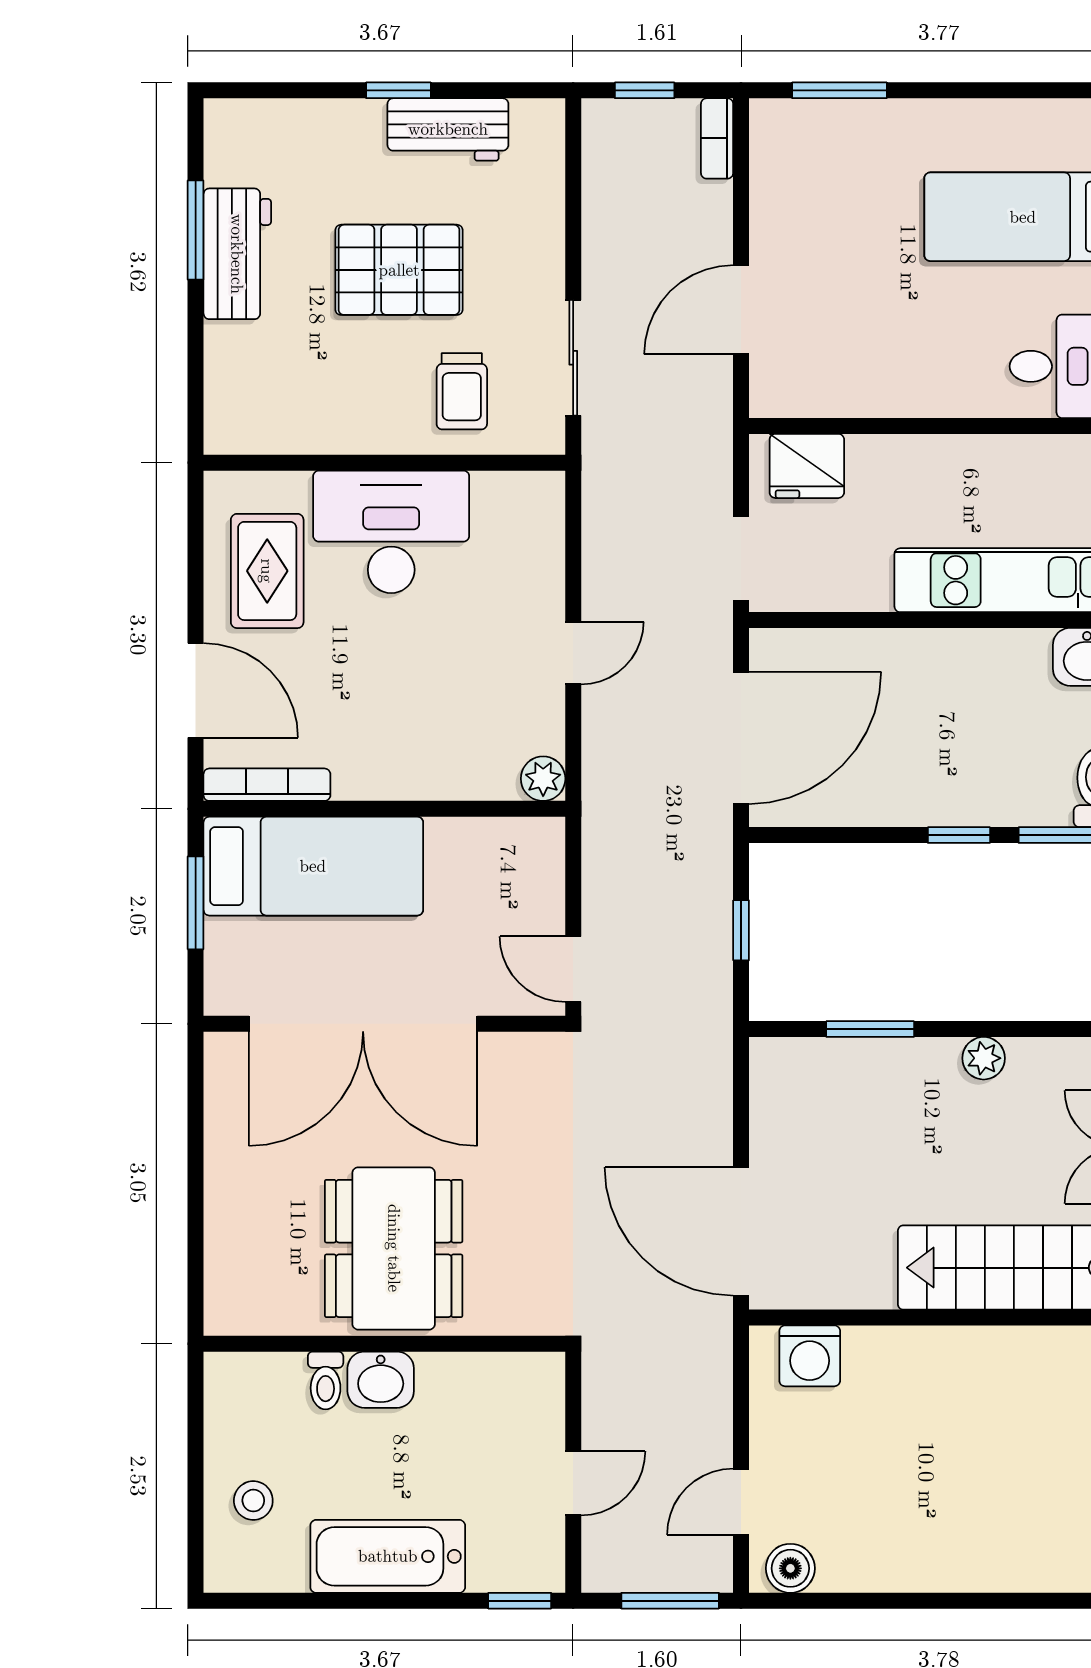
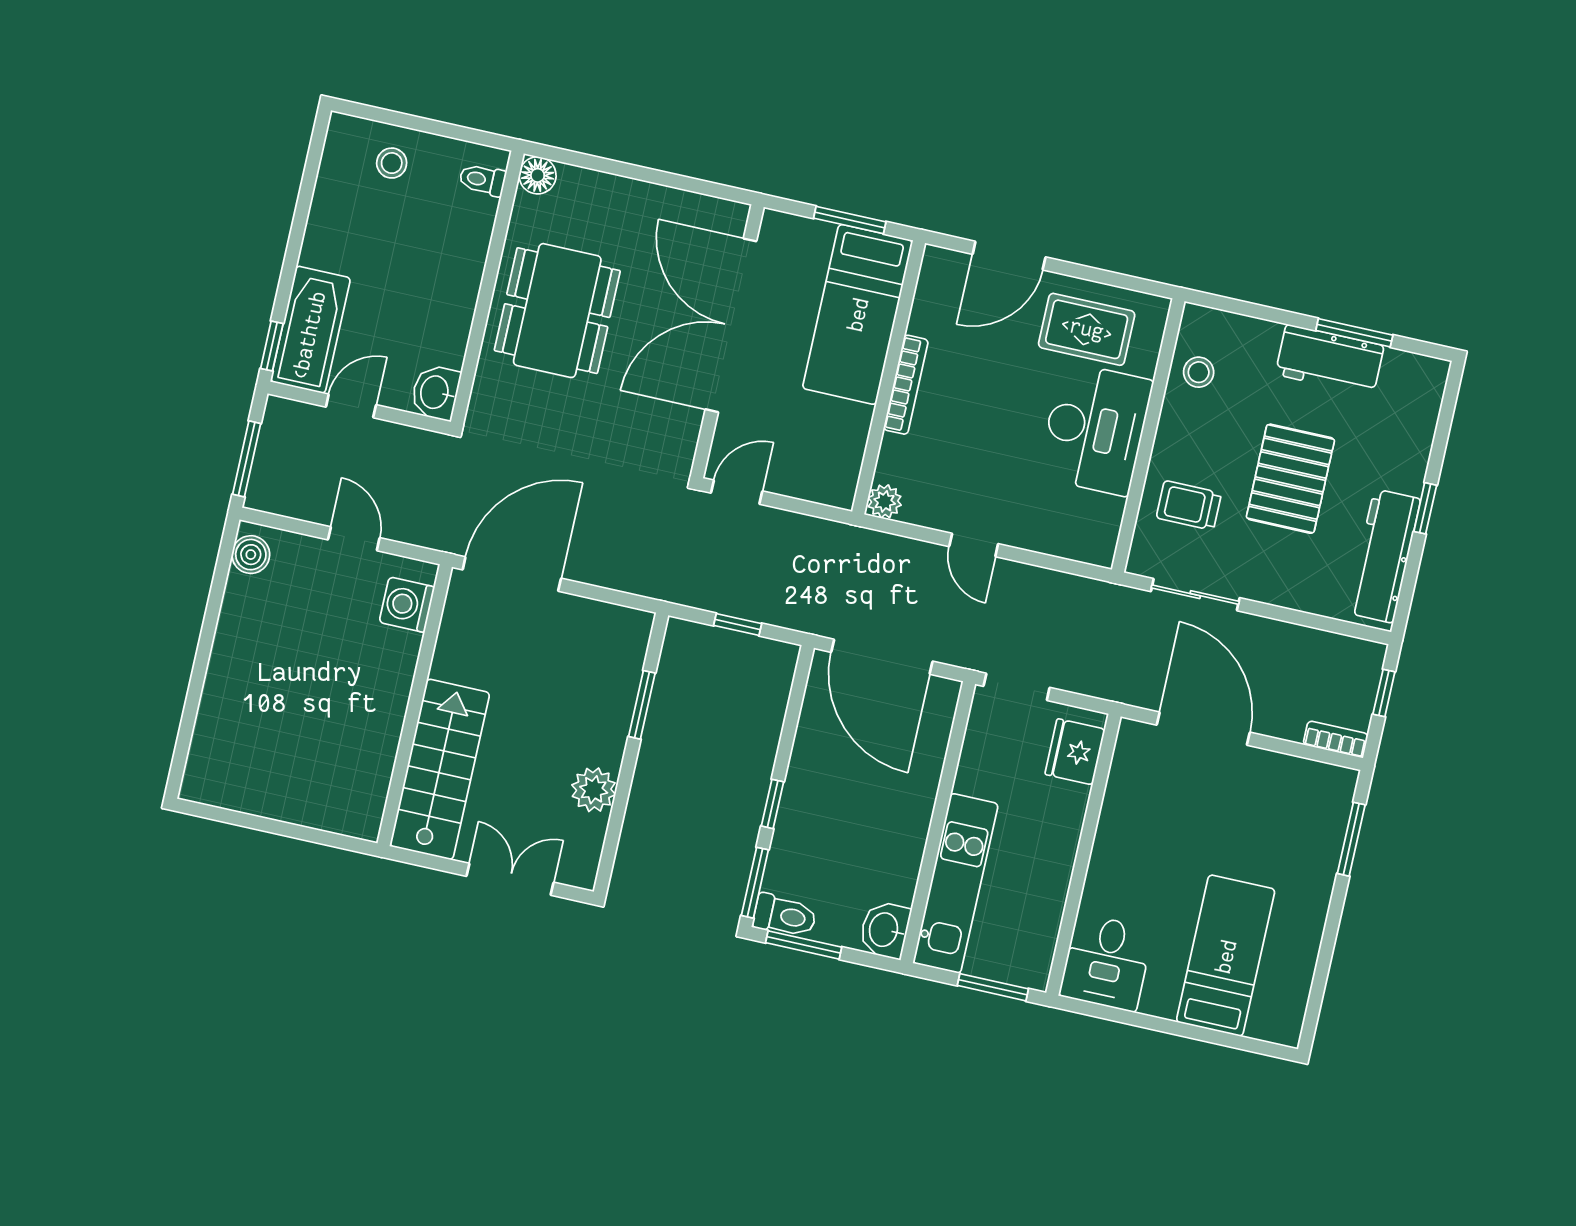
workbench: (448, 129) -> (1384, 556), width x1.37
door: (741, 310) -> (1203, 729), width x1.36
stool: (290, 417) -> (1199, 372), added
bookcase: (267, 785) -> (906, 385), moved
plant: (984, 1058) -> (594, 790), width x1.38, depth x1.38
dining table: (394, 1248) -> (557, 311), turned 90
floor lamp: (228, 1312) -> (538, 175), added
toilet: (326, 1380) -> (482, 180), moved
washbasin: (381, 1380) -> (436, 392), moved
door: (573, 1483) -> (351, 406), swing flipped
door: (741, 1502) -> (354, 539), moved
bathtub: (388, 1556) -> (310, 330), moved

